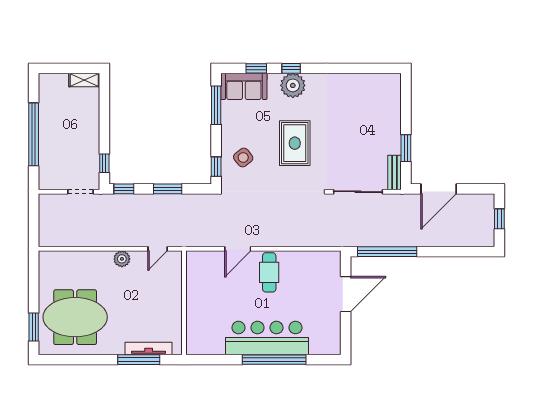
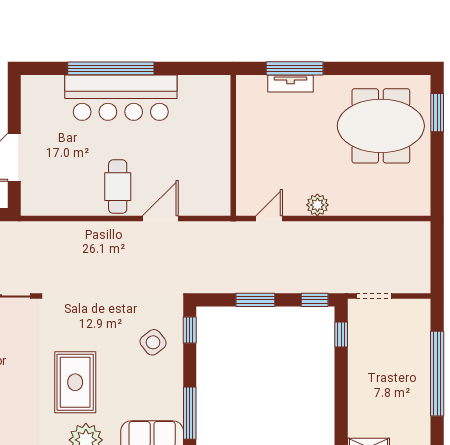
rug: (295, 143) -> (75, 382), moved
tv unit: (149, 348) -> (291, 83), width x0.71

